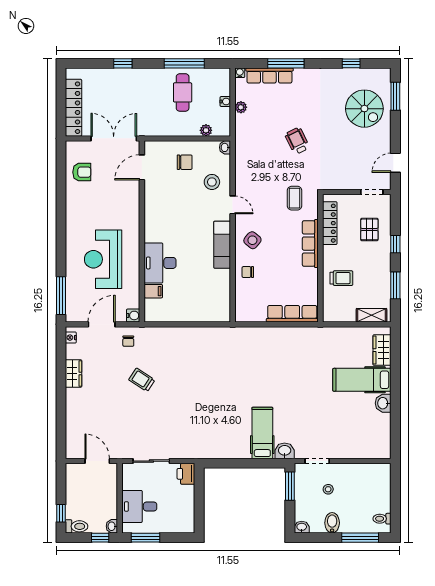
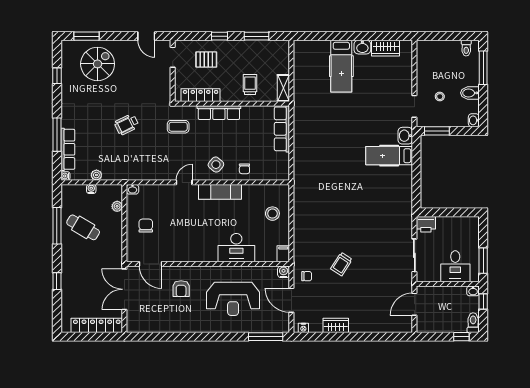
cafe table: (183, 92) -> (83, 227), turned 31
armchair: (82, 172) -> (181, 289), moved, turned 180
stool: (212, 182) -> (272, 214), moved
filing cabinet: (153, 291) -> (283, 254), moved
shelving: (371, 315) -> (283, 88), moved
wardrobe: (382, 350) -> (386, 48), moved

